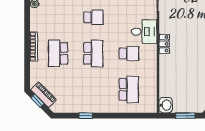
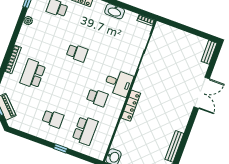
locker: (164, 44) -> (131, 106), width x1.53
school desk: (93, 53) -> (53, 119), moved, width x0.54
window: (86, 116) -> (61, 148), moved

